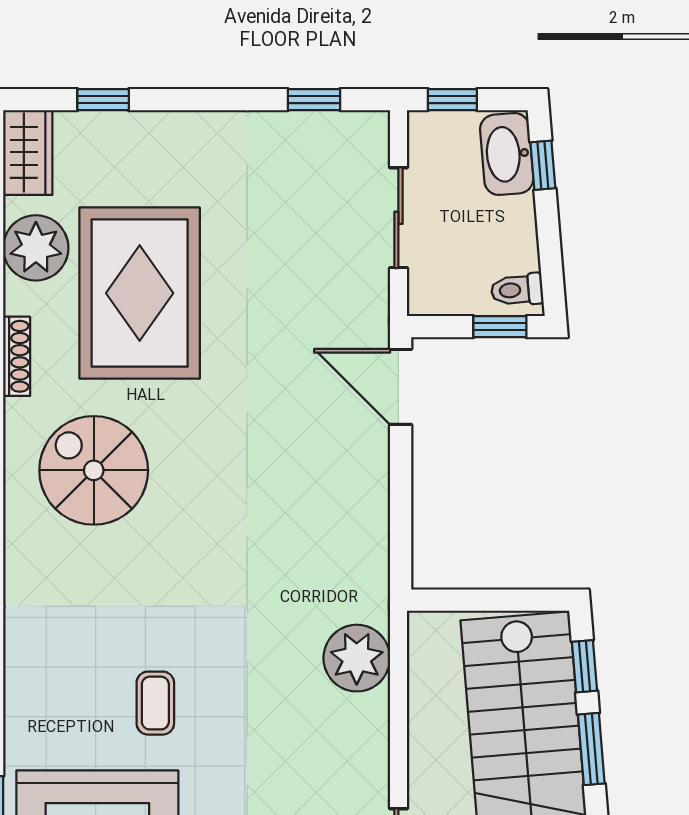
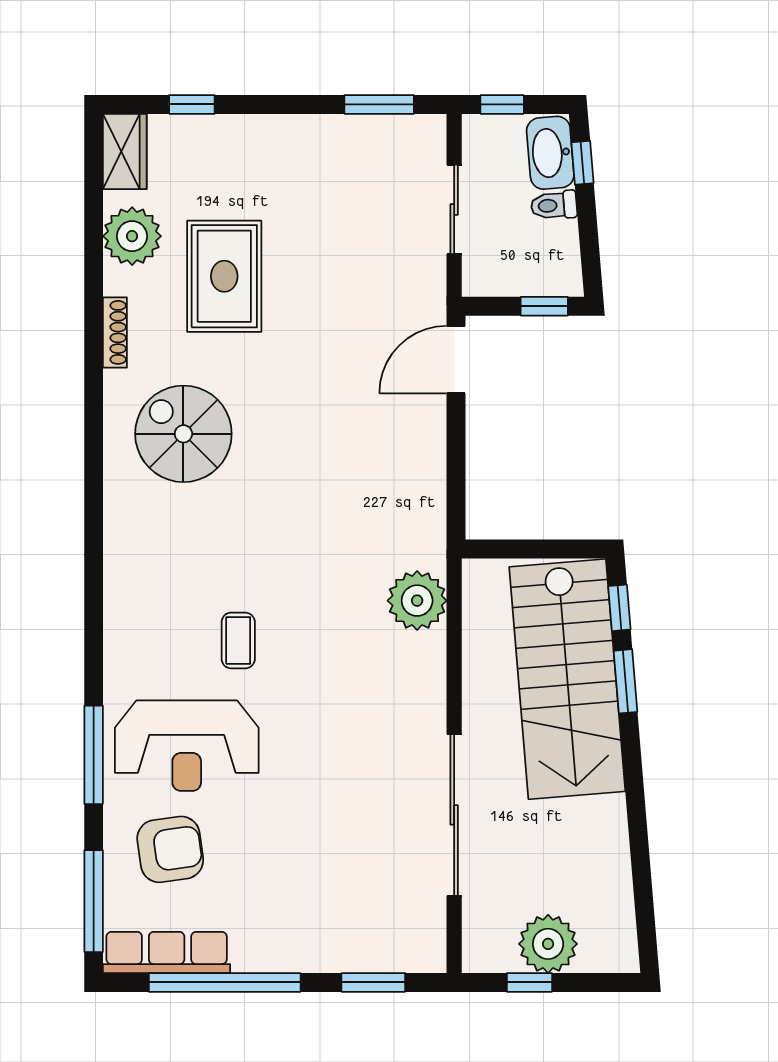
window: (314, 100) -> (379, 104), width x1.50
toilet: (517, 290) -> (554, 205), moved
rug: (140, 293) -> (224, 276), width x0.73, depth x0.69
door: (401, 387) -> (456, 360), hinge flipped

